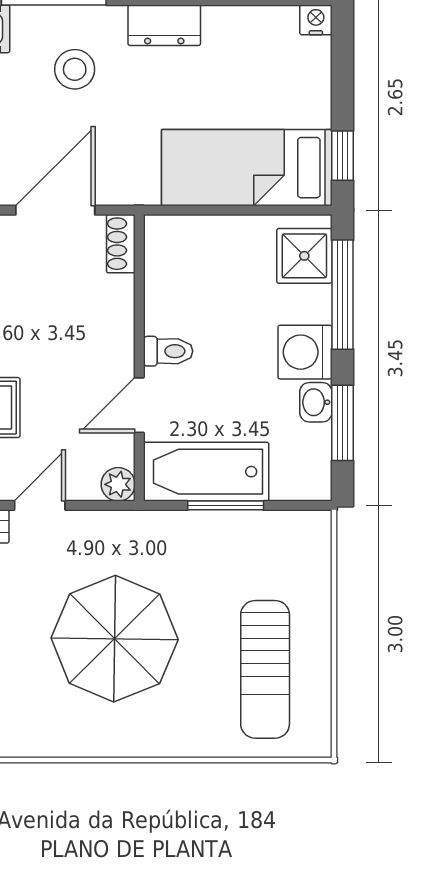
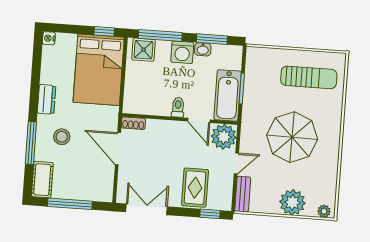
bed: (247, 168) -> (99, 70), width x1.50
plant: (118, 484) -> (224, 137), width x1.87, depth x1.87
door: (40, 505) -> (236, 163), swing flipped

